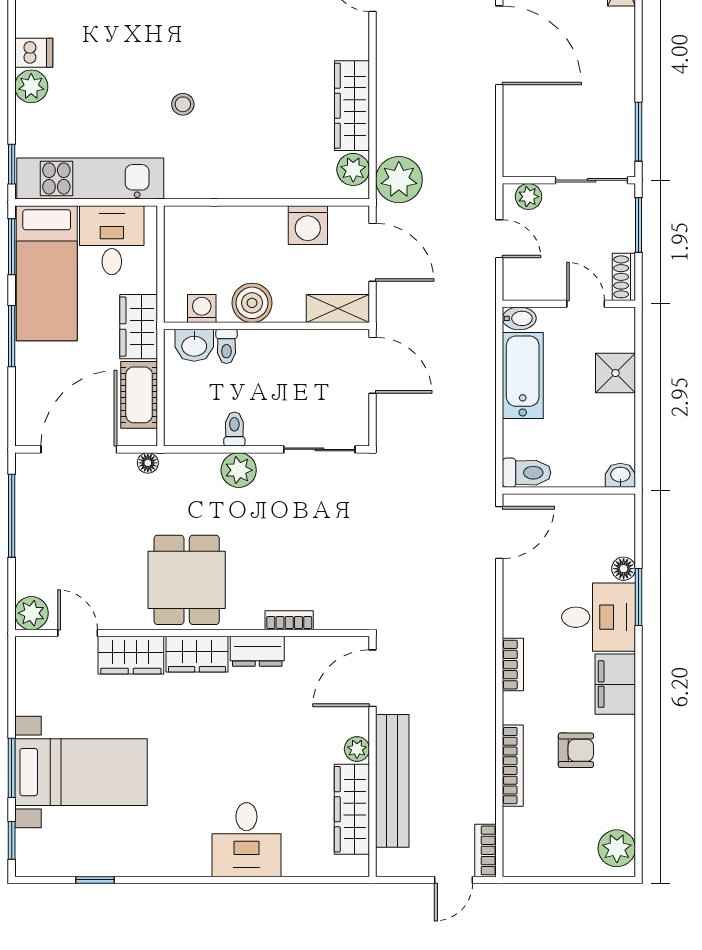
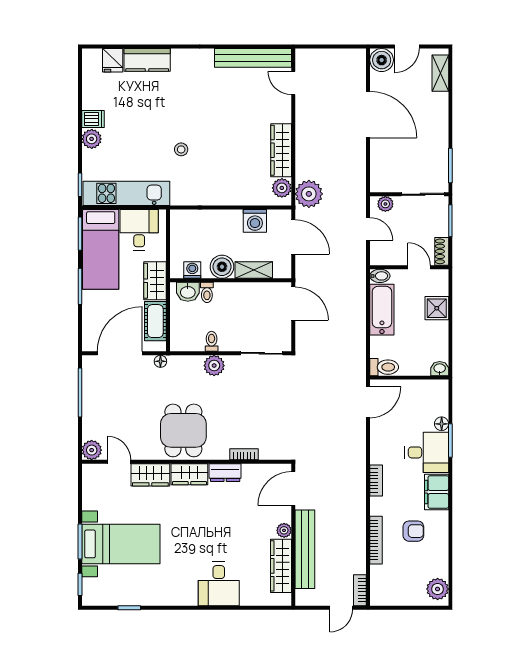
shelving: (338, 309) -> (254, 270), moved

